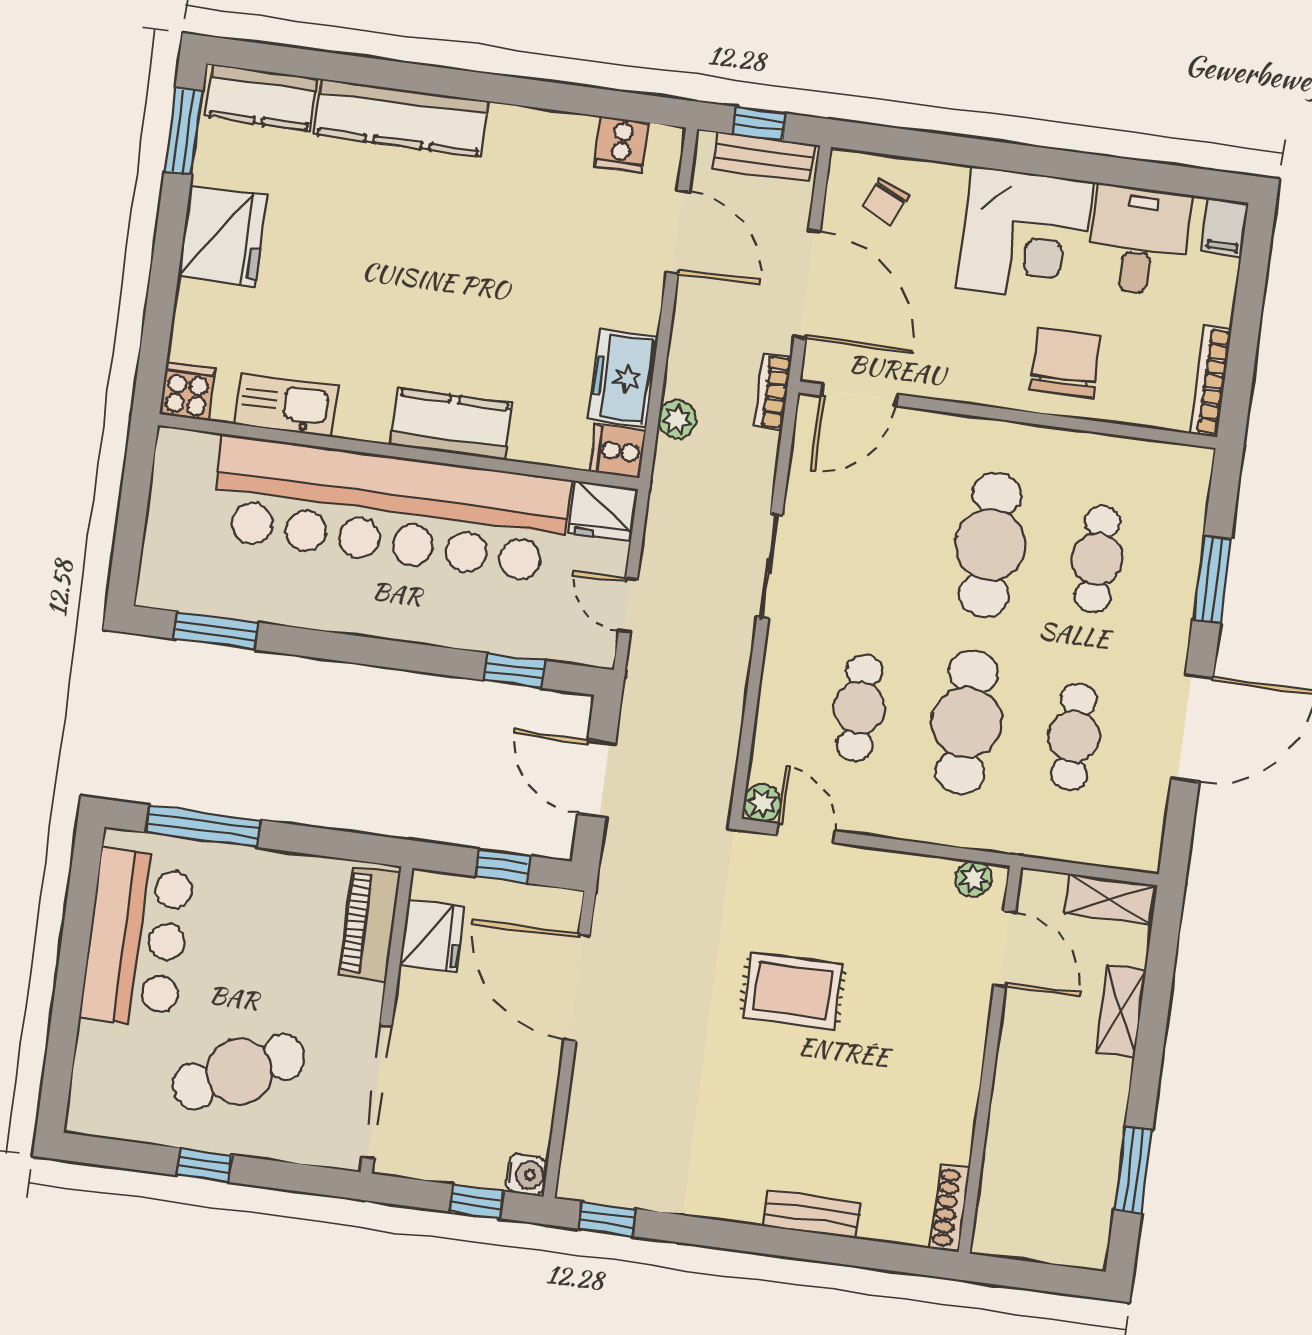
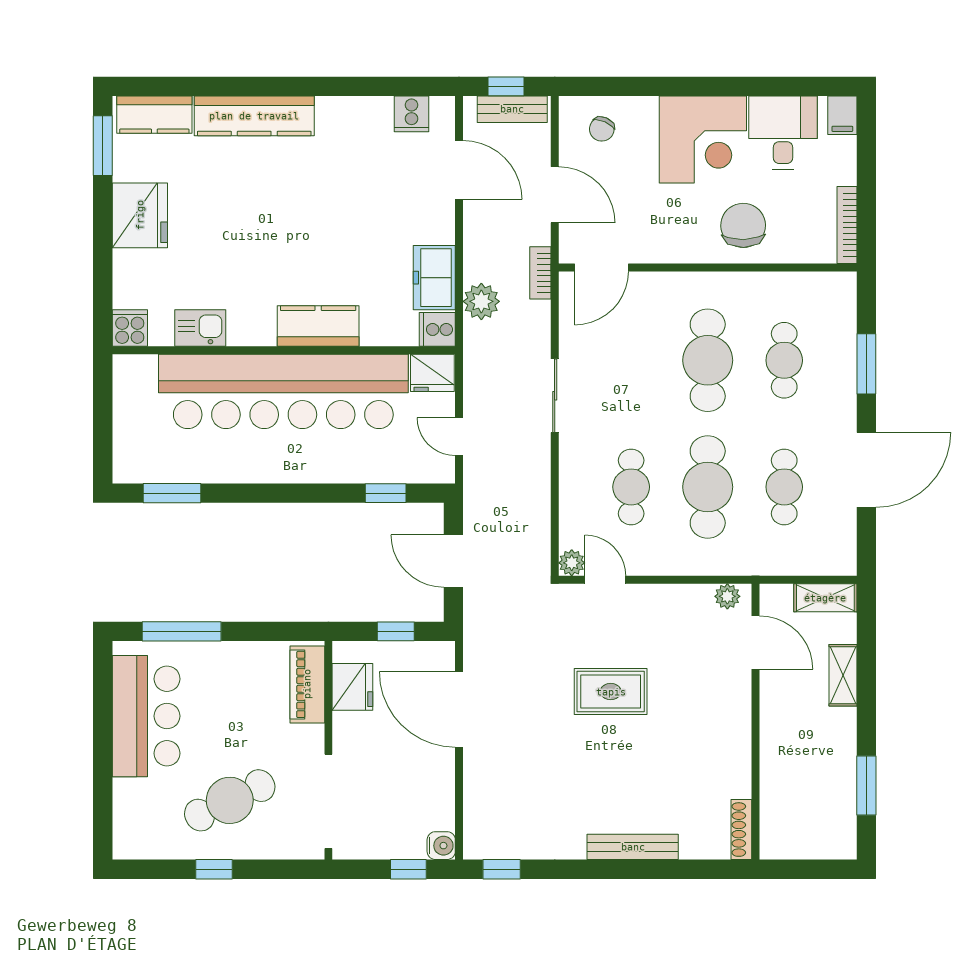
door: (807, 284) -> (555, 195), width x0.73
kitchen sink: (286, 405) -> (200, 328), width x0.73
plant: (677, 419) -> (481, 301), width x1.38, depth x1.38
bench: (811, 1214) -> (633, 847), width x1.36

